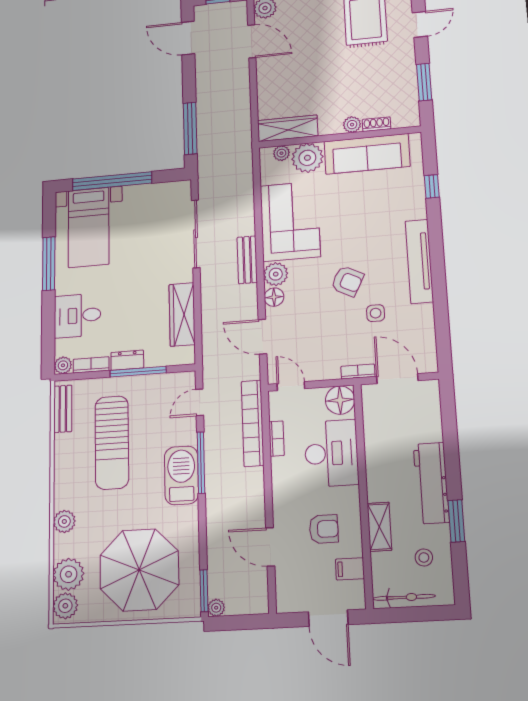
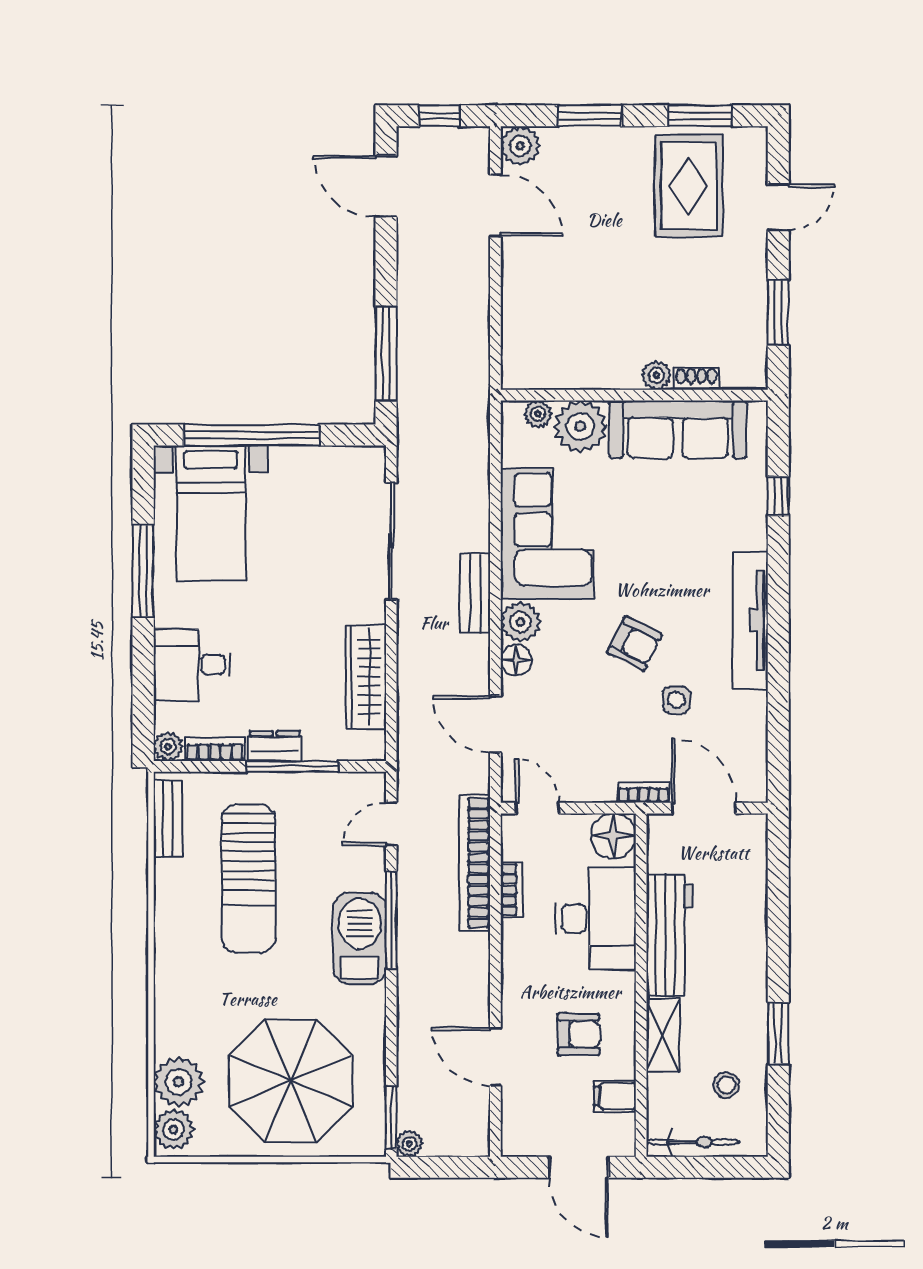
wardrobe: (288, 128) -> (550, 371), removed
workbench: (431, 483) -> (669, 935), moved, turned 180
plant: (64, 521) -> (171, 1000), removed

